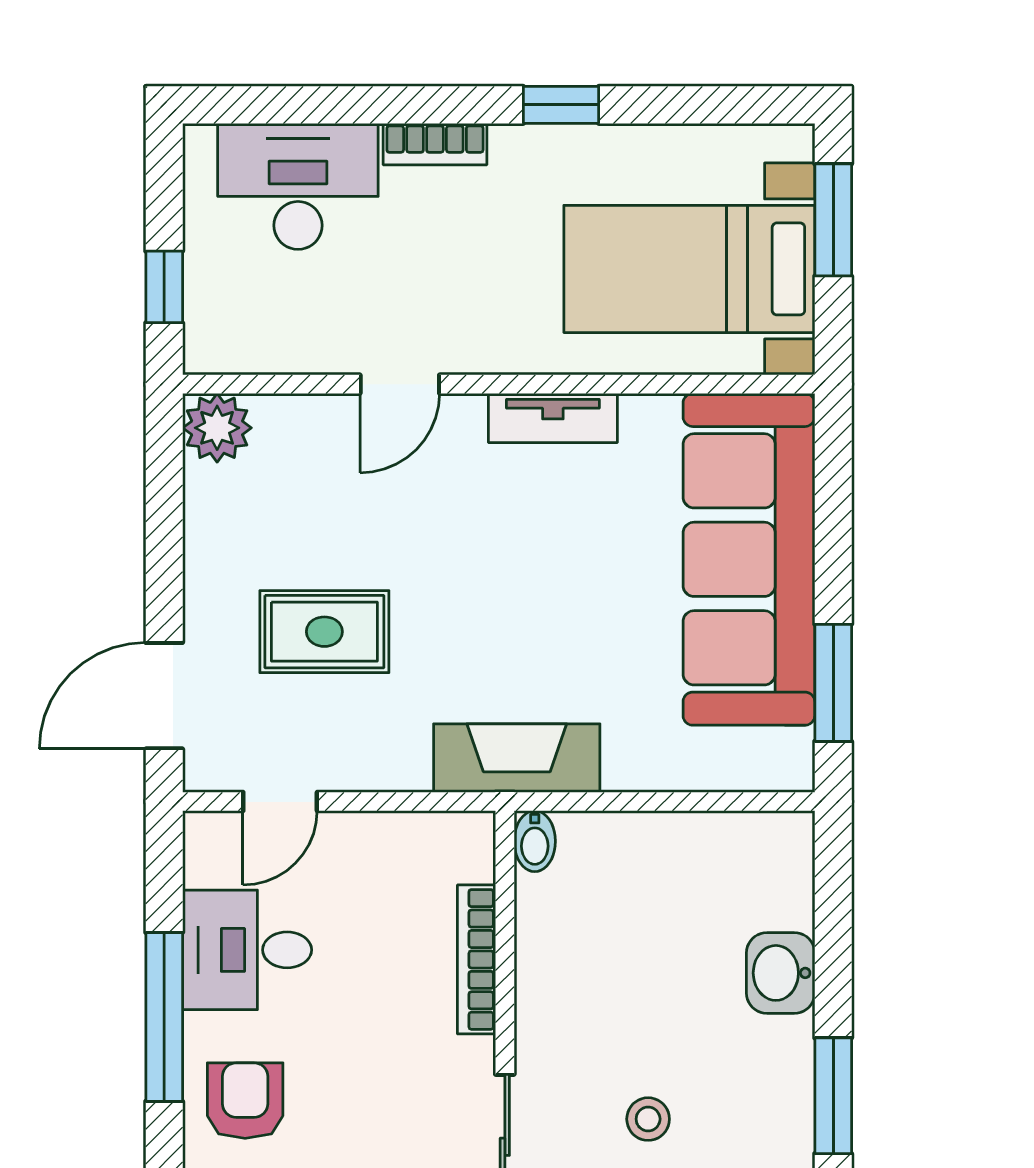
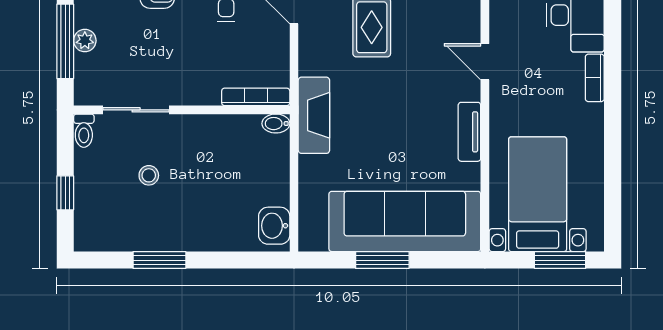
window: (561, 105) -> (613, 136), removed
window: (833, 683) -> (382, 260), moved
bookcase: (477, 959) -> (256, 97), moved
washbasin: (781, 973) -> (274, 226), moved, turned -90

